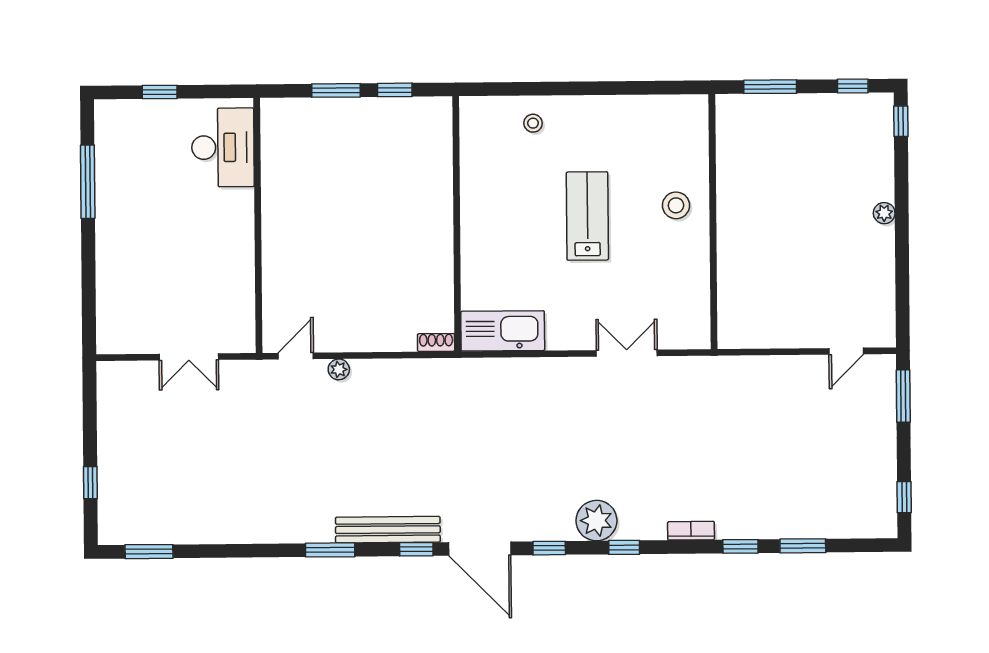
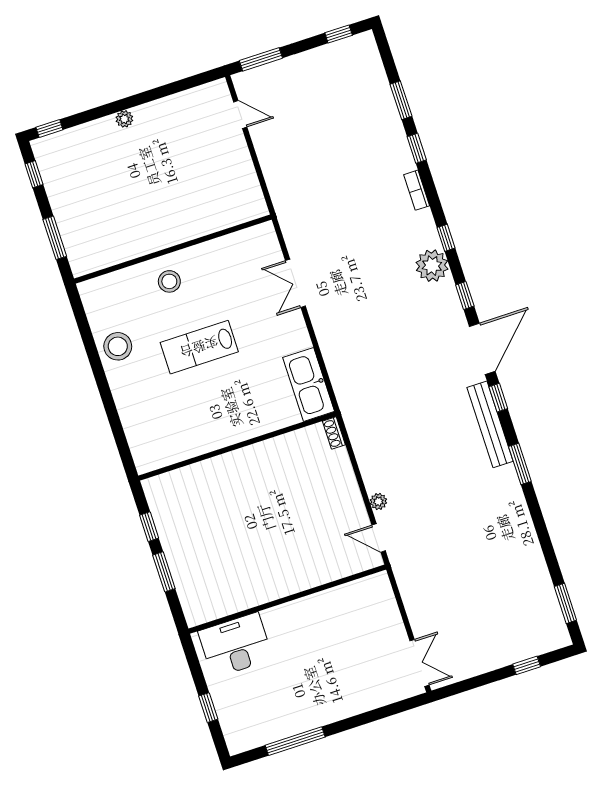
stool: (533, 123) -> (118, 346), moved, width x1.89, depth x1.89
double door: (189, 357) -> (419, 663), moved

